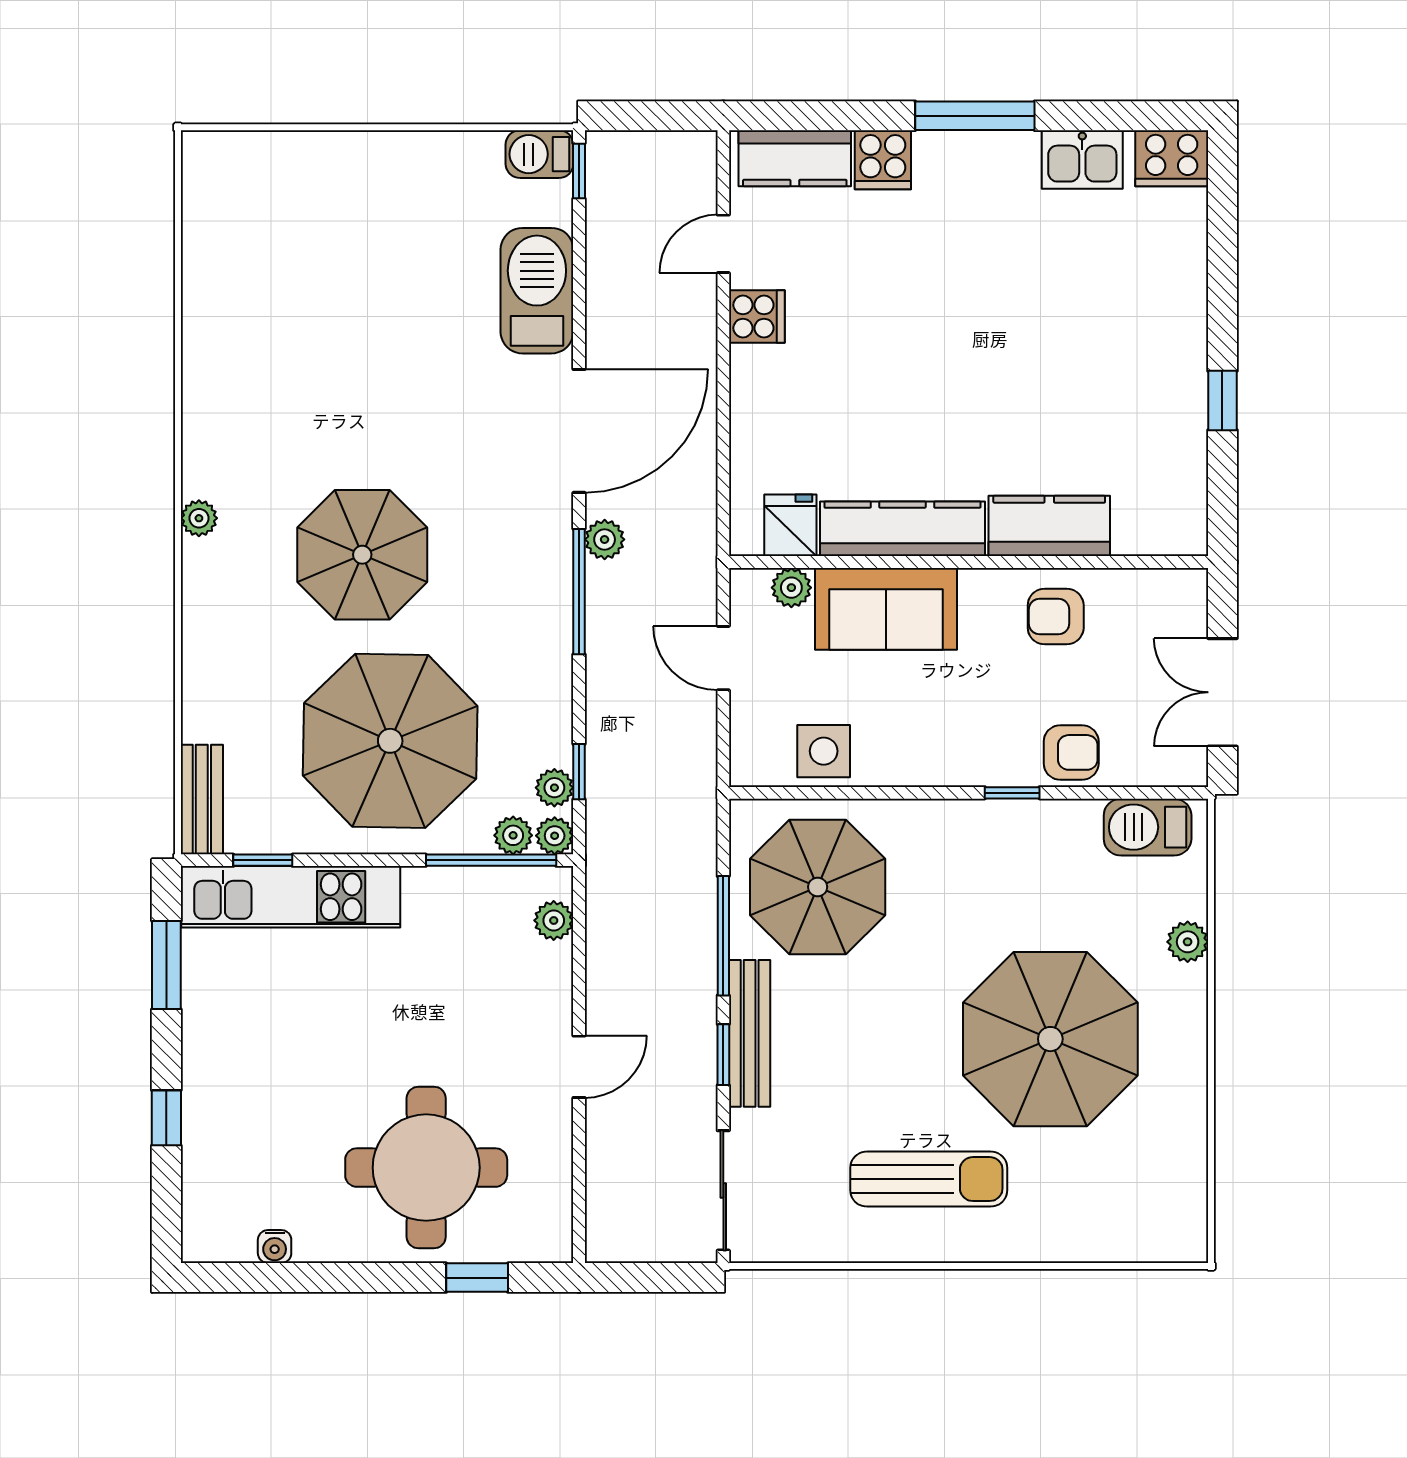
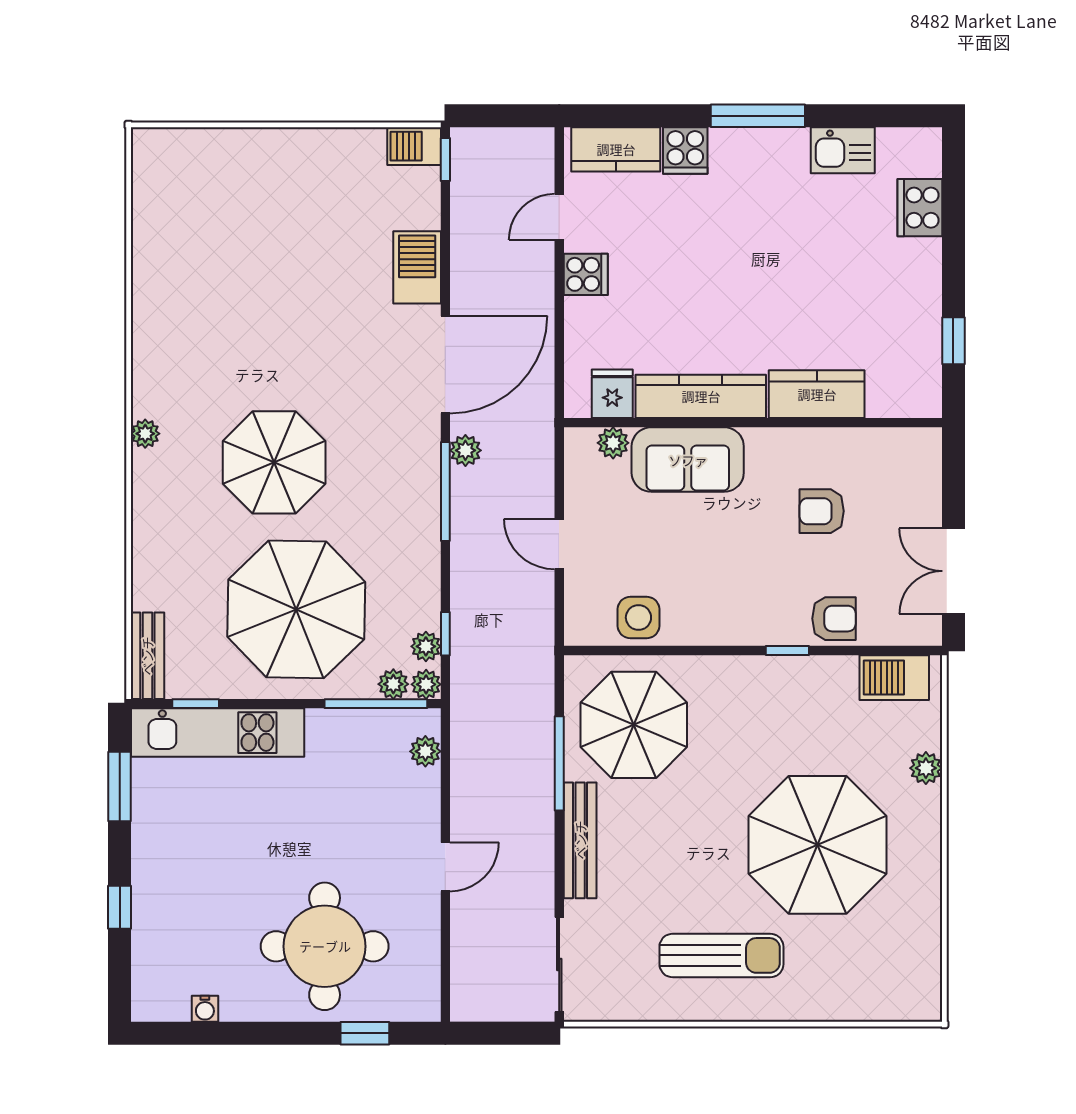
cooker: (1172, 158) -> (920, 208), moved, turned 90
barbecue: (537, 291) -> (417, 267), width x0.73, depth x0.83
fridge: (790, 525) -> (612, 394), moved
kitchen counter: (1049, 526) -> (817, 394), moved
kitchen counter: (902, 529) -> (701, 396), moved
wall: (969, 562) -> (753, 423), moved
plant: (791, 588) -> (613, 443), moved
sofa: (886, 609) -> (688, 460), moved
window: (723, 1055) -> (559, 857), removed

